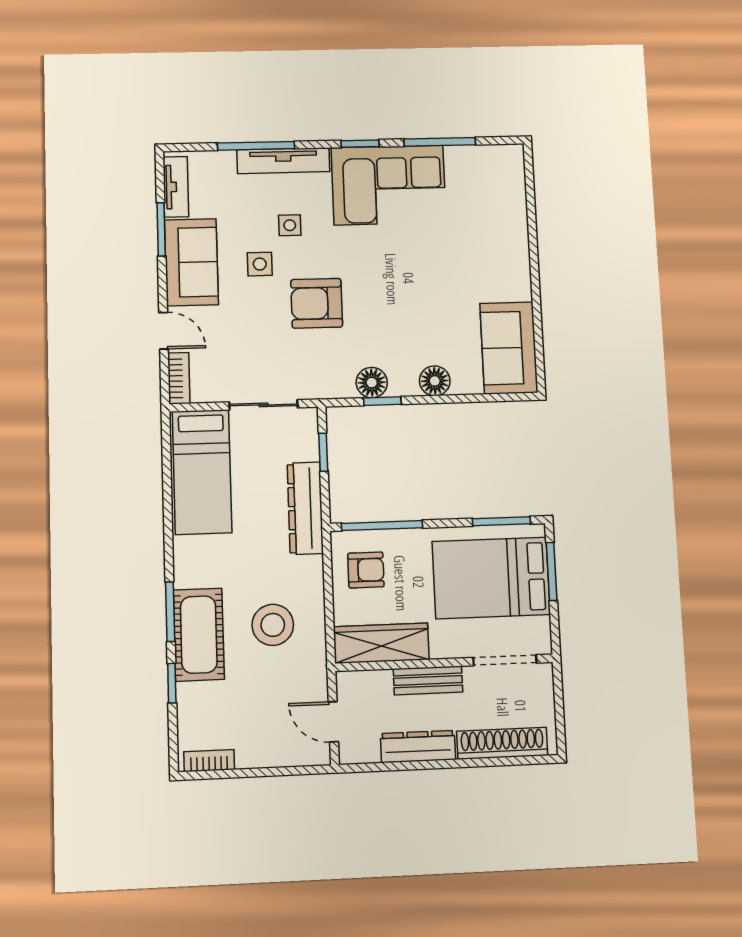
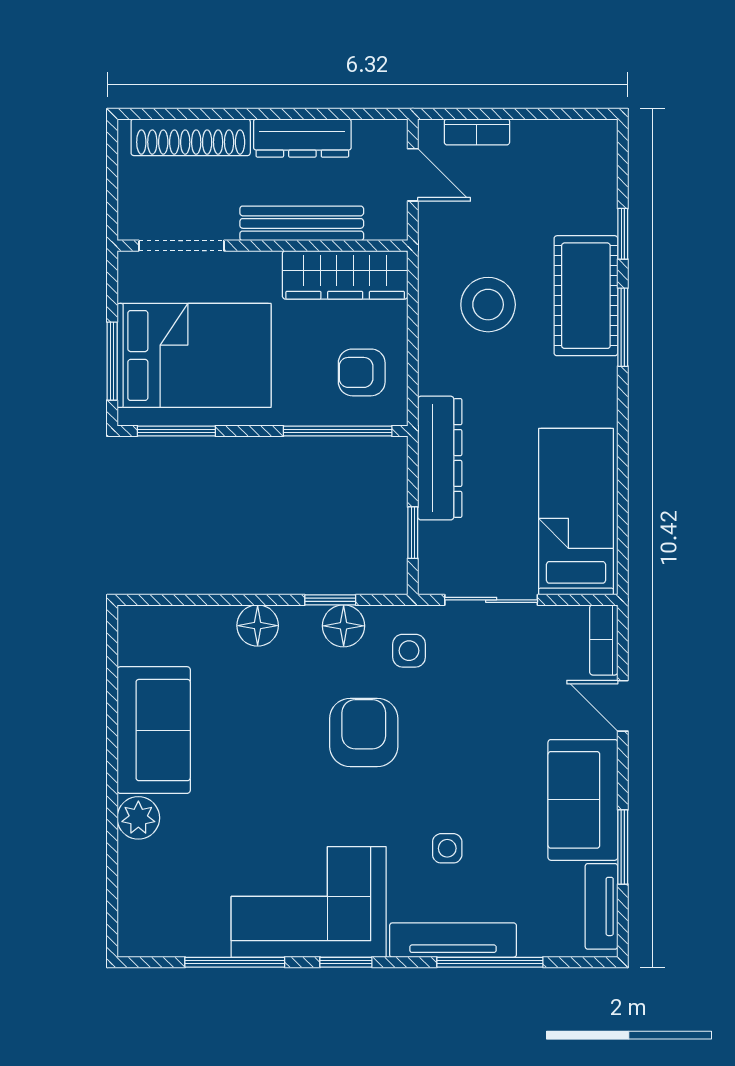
plant: (514, 241) -> (138, 818), added
side table: (260, 264) -> (409, 651), moved
armchair: (317, 303) -> (364, 732), moved, turned -90
sofa: (509, 348) -> (154, 730), moved
bench: (428, 680) -> (302, 223), width x1.36
bookcase: (209, 761) -> (477, 132), moved

